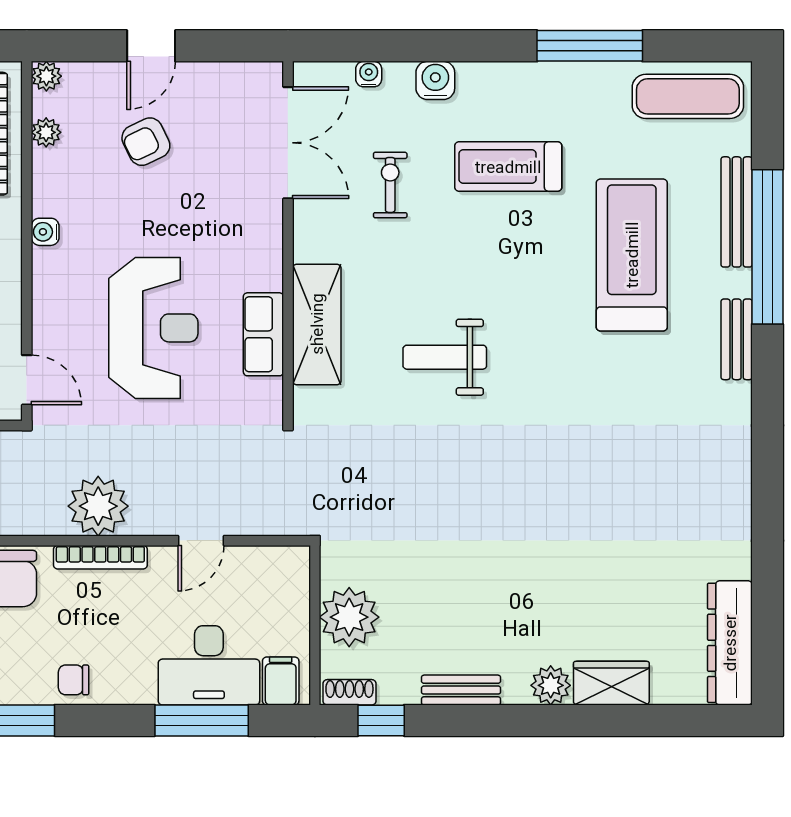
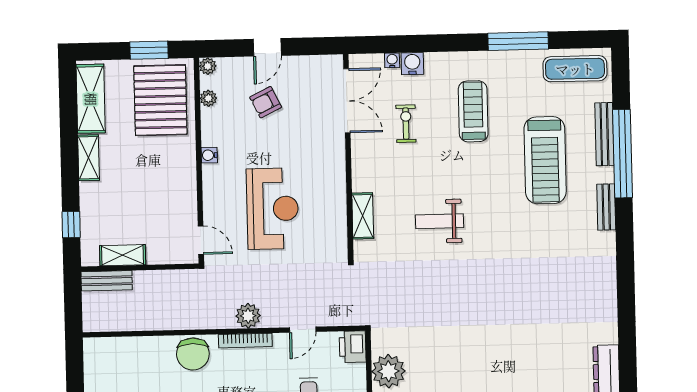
water cooler: (435, 80) -> (412, 64), moved
treadmill: (508, 167) -> (473, 111), turned 90
treadmill: (632, 255) -> (545, 160), turned 180
shelving: (317, 324) -> (363, 216), width x0.67, depth x0.75
row of seats: (263, 334) -> (335, 211), removed
plant: (98, 506) -> (248, 316), width x0.73, depth x0.73
printer: (288, 573) -> (353, 347), added

